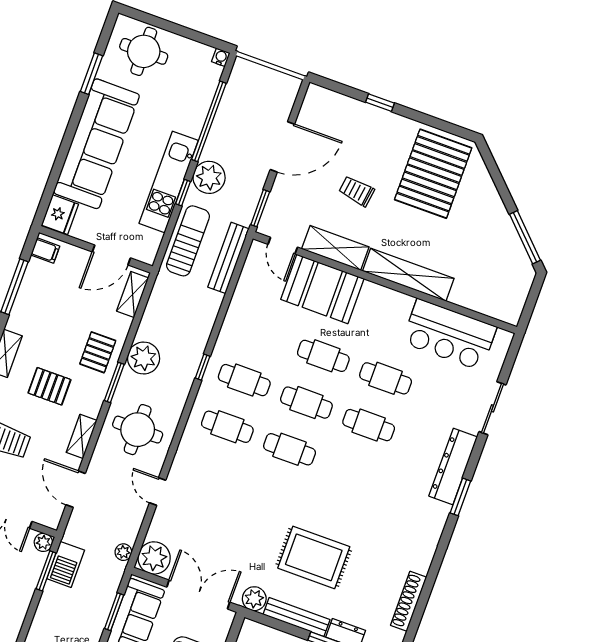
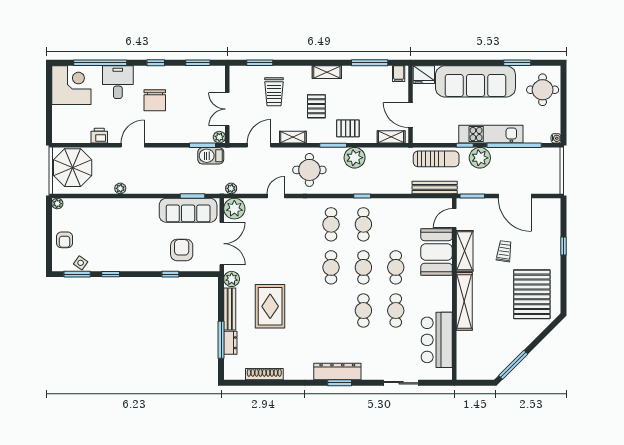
pallet: (433, 174) -> (532, 294), turned 90
kitchen unit: (169, 182) -> (491, 134), moved
dresser: (453, 466) -> (337, 371), moved

